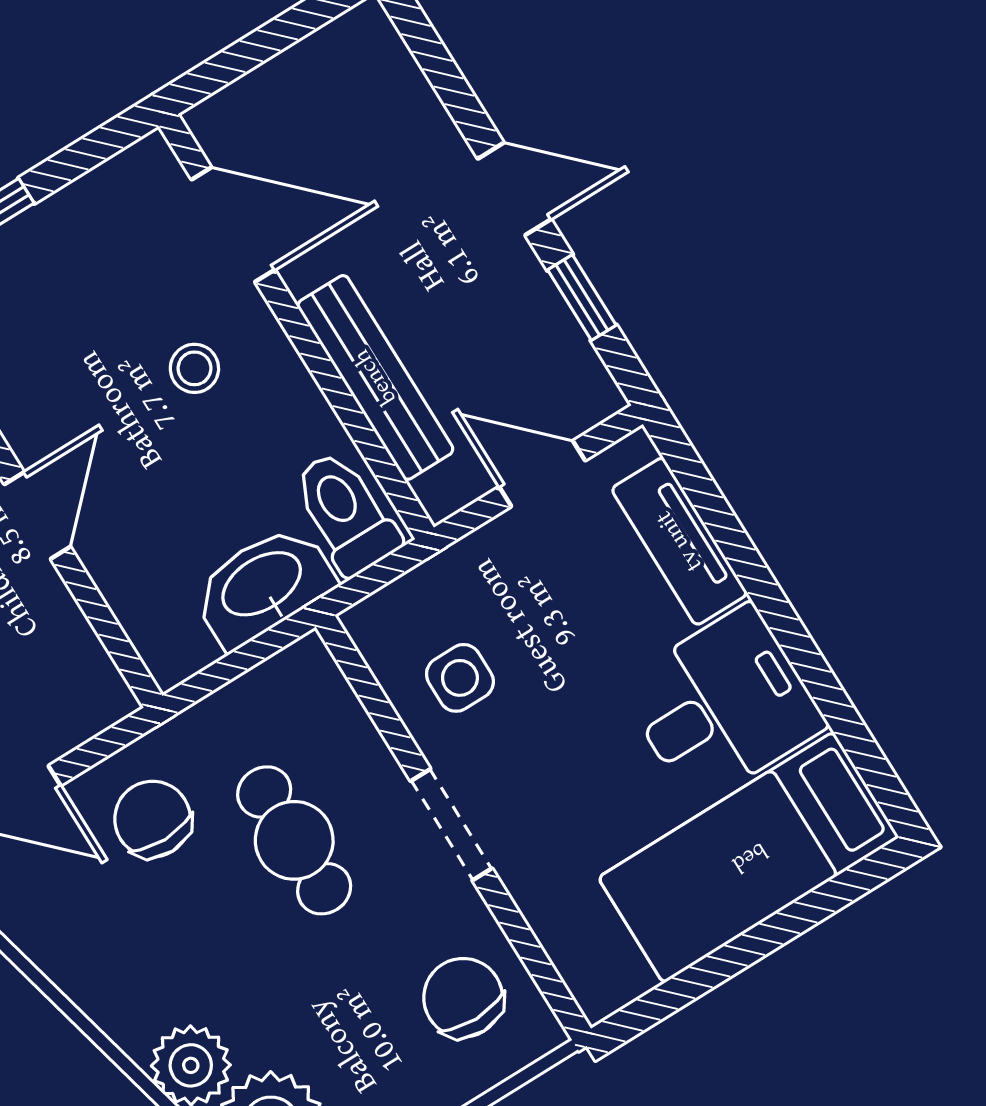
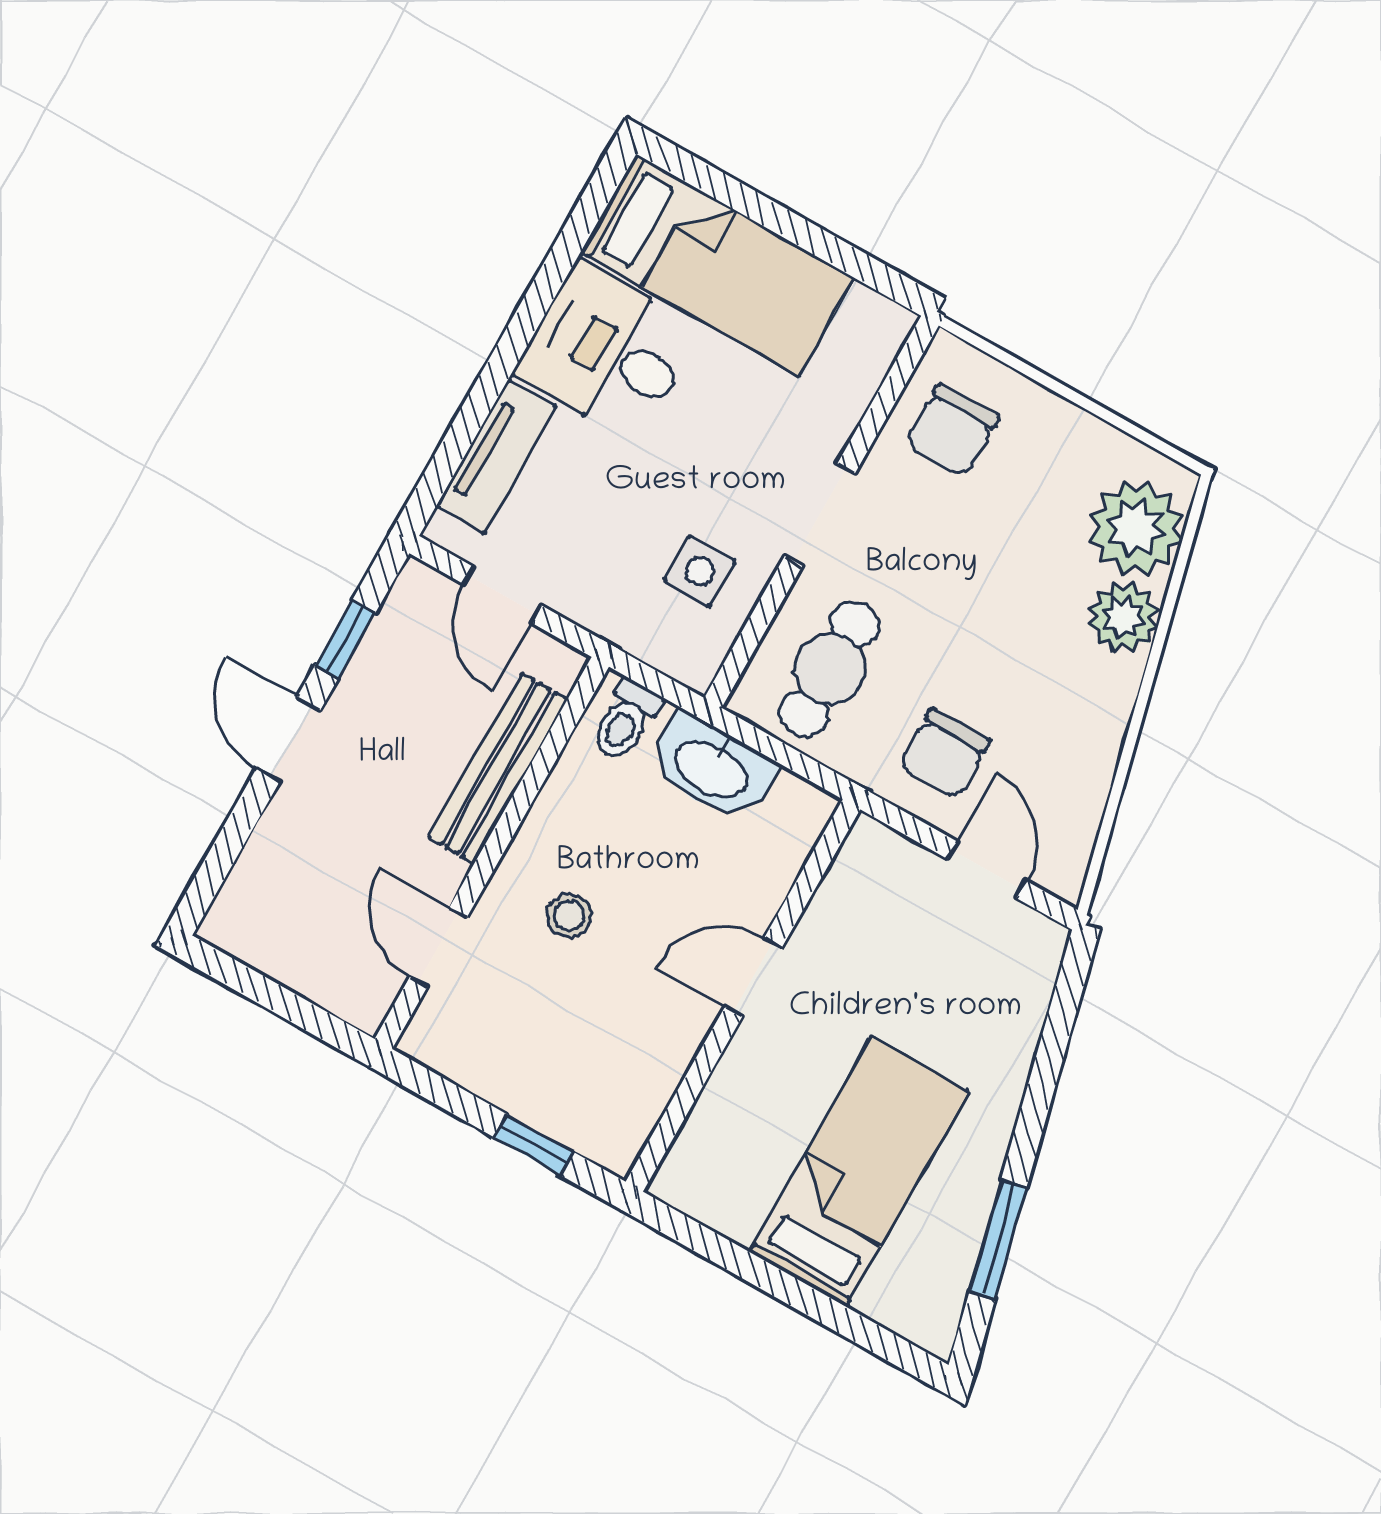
door: (233, 225) -> (438, 947), width x0.73
toilet: (346, 513) -> (626, 720), width x0.73, depth x0.72
cafe table: (294, 840) -> (829, 669), moved

